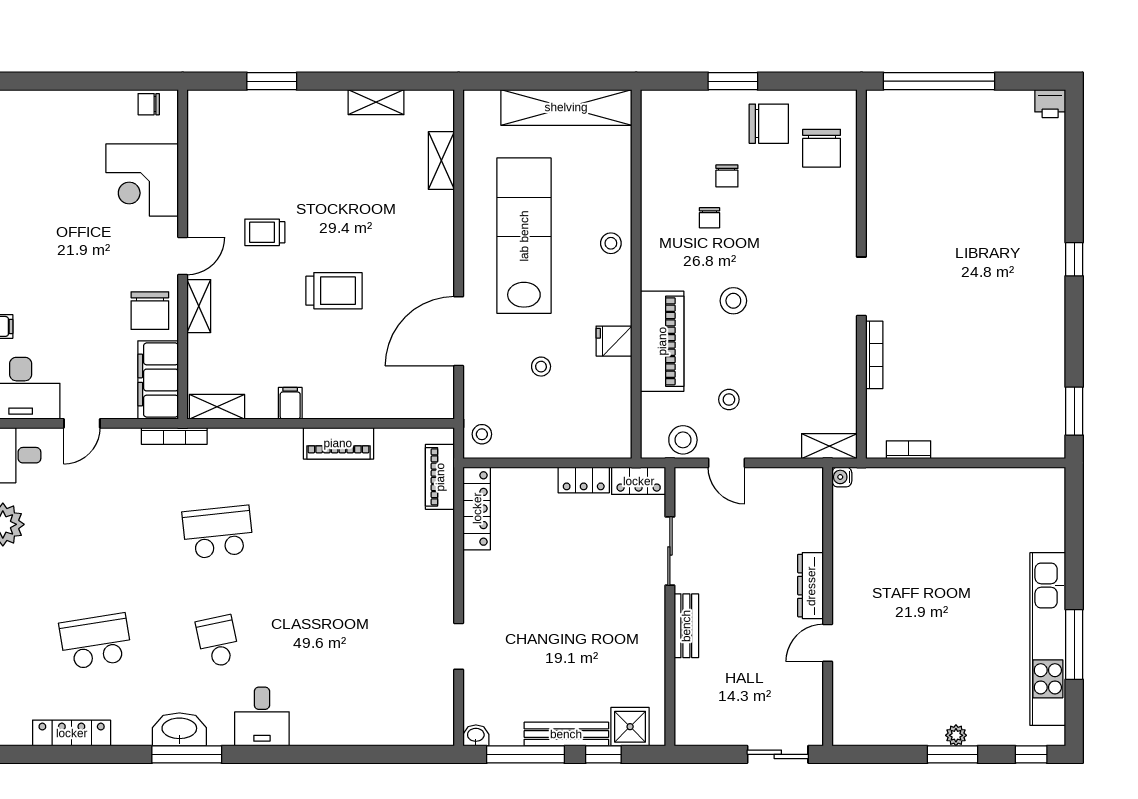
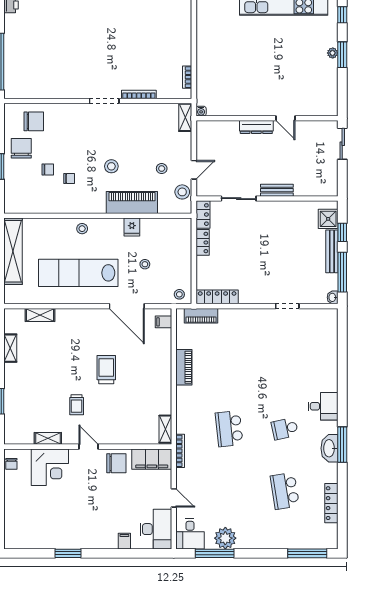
shelving: (199, 306) -> (48, 438), moved
filing cabinet: (290, 403) -> (164, 322), moved

